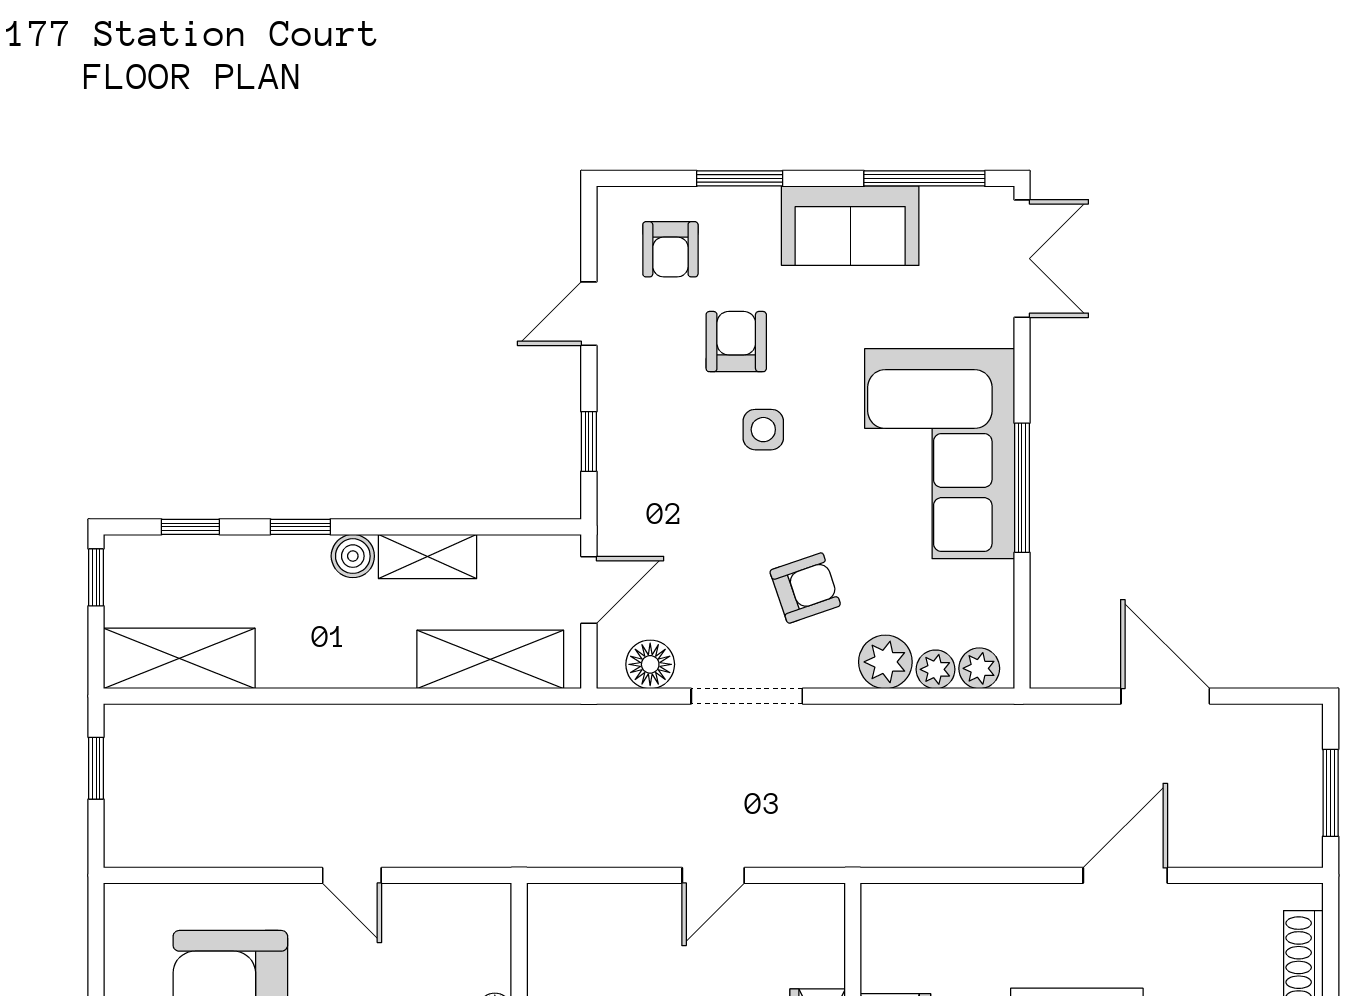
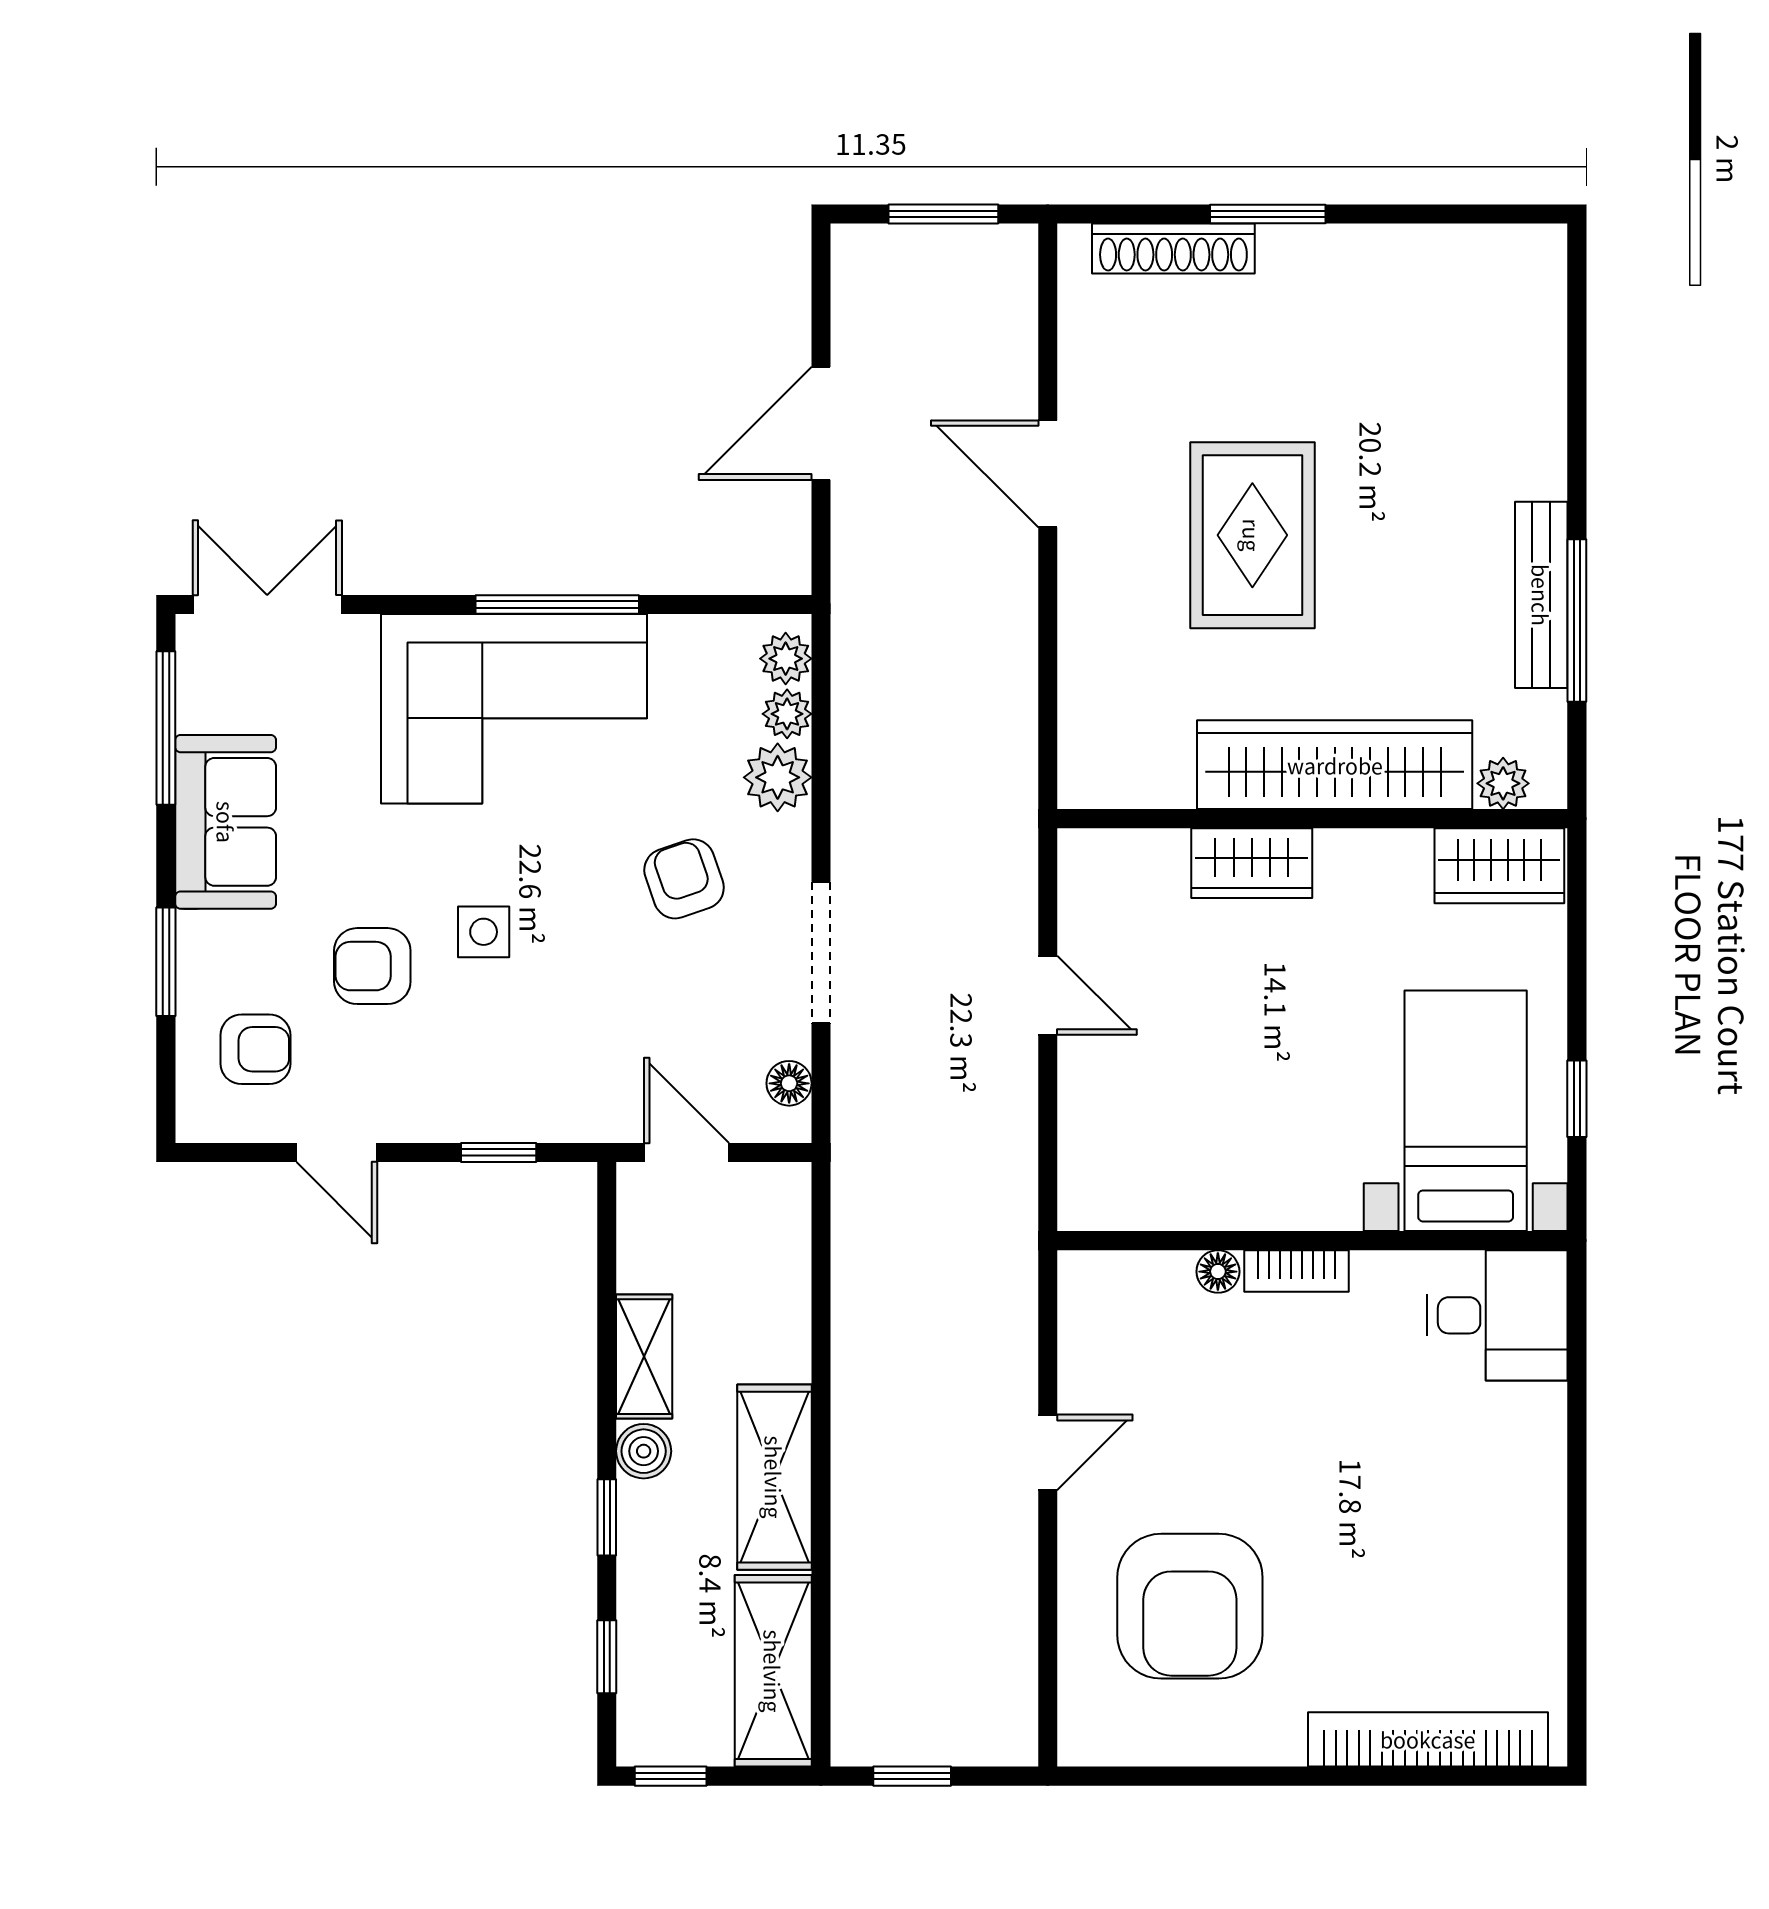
shelving: (490, 659) -> (774, 1477), moved
floor lamp: (650, 664) -> (789, 1083), width x0.73, depth x0.73

